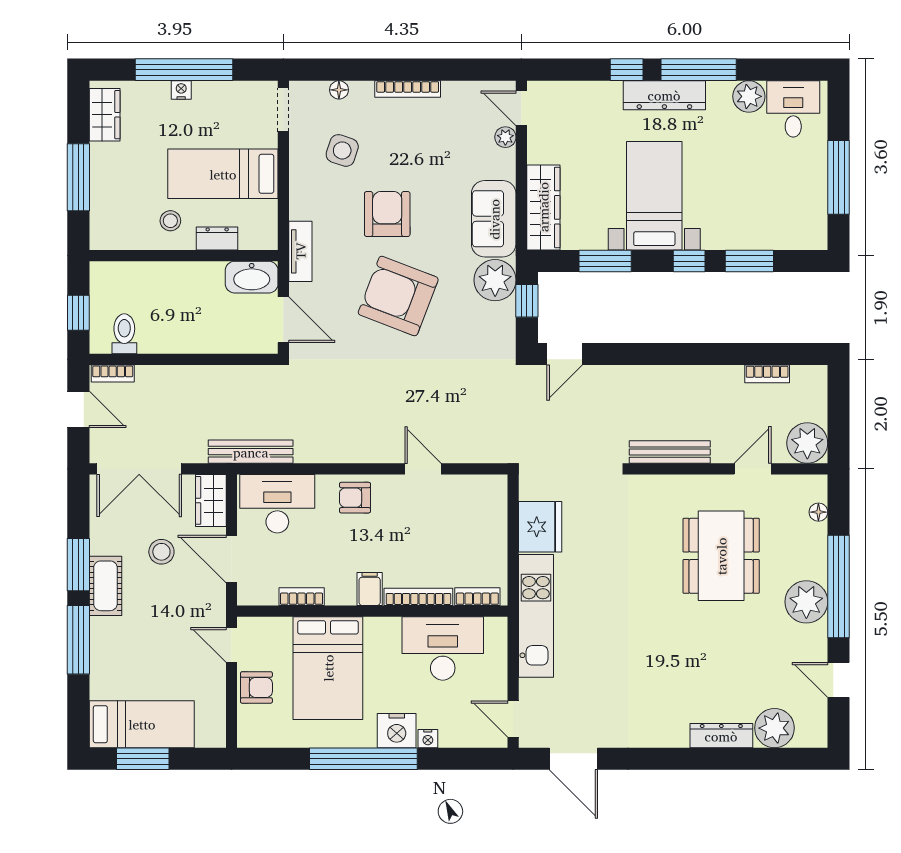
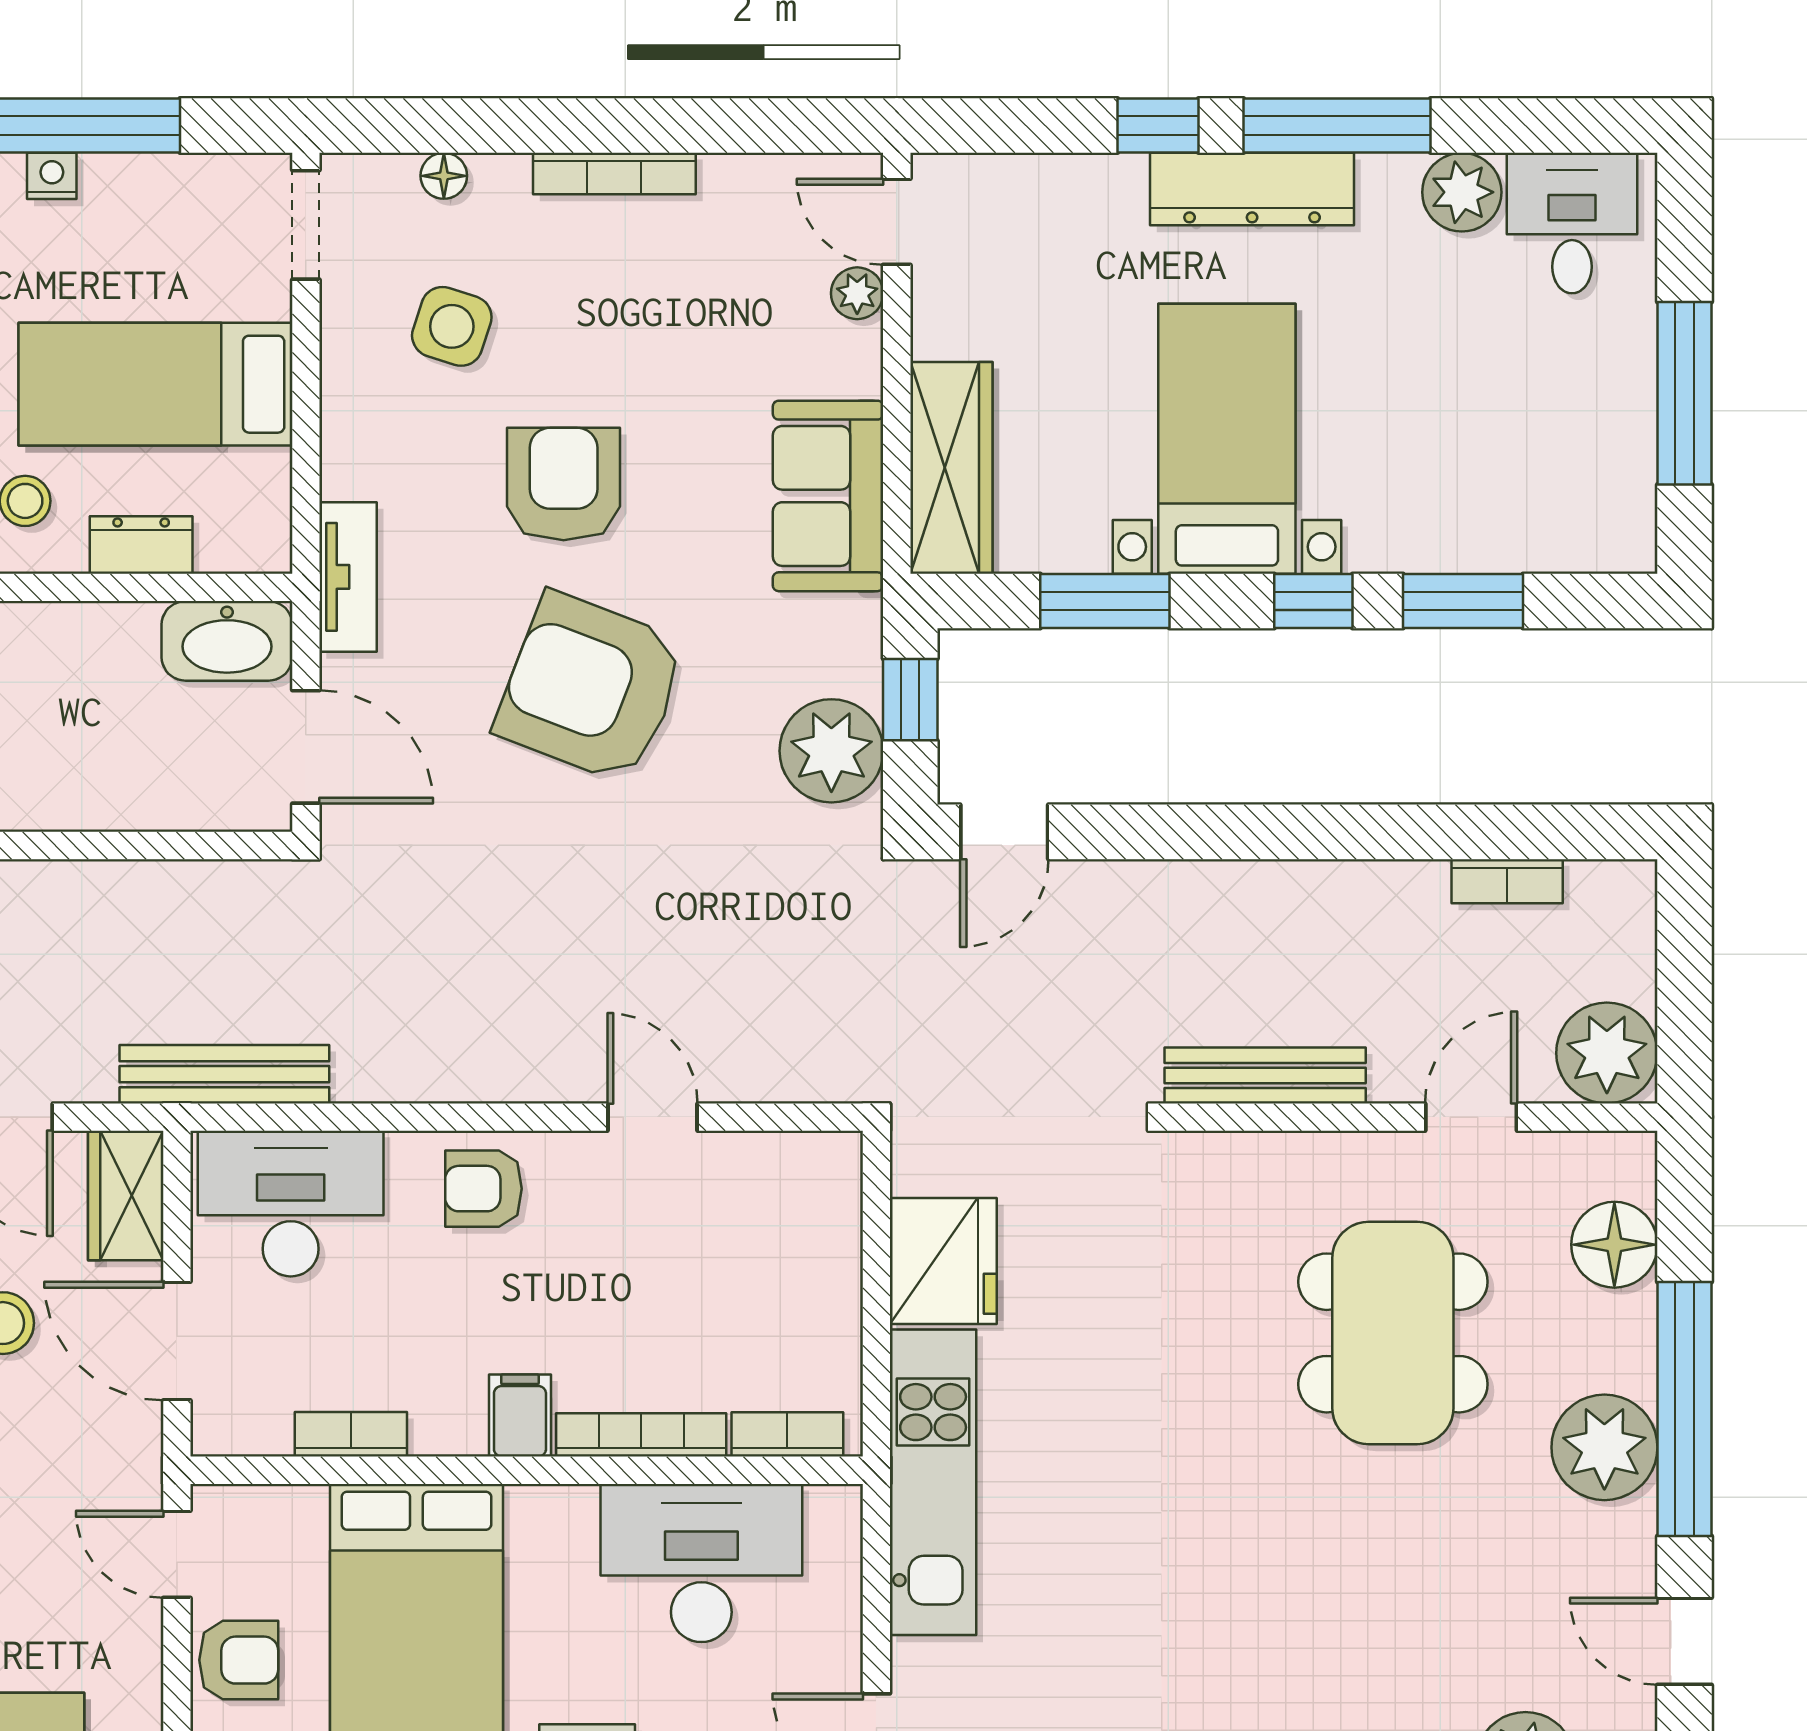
plant: (495, 280) -> (831, 751), moved
floor lamp: (818, 512) -> (1614, 1245), width x1.89, depth x1.89

